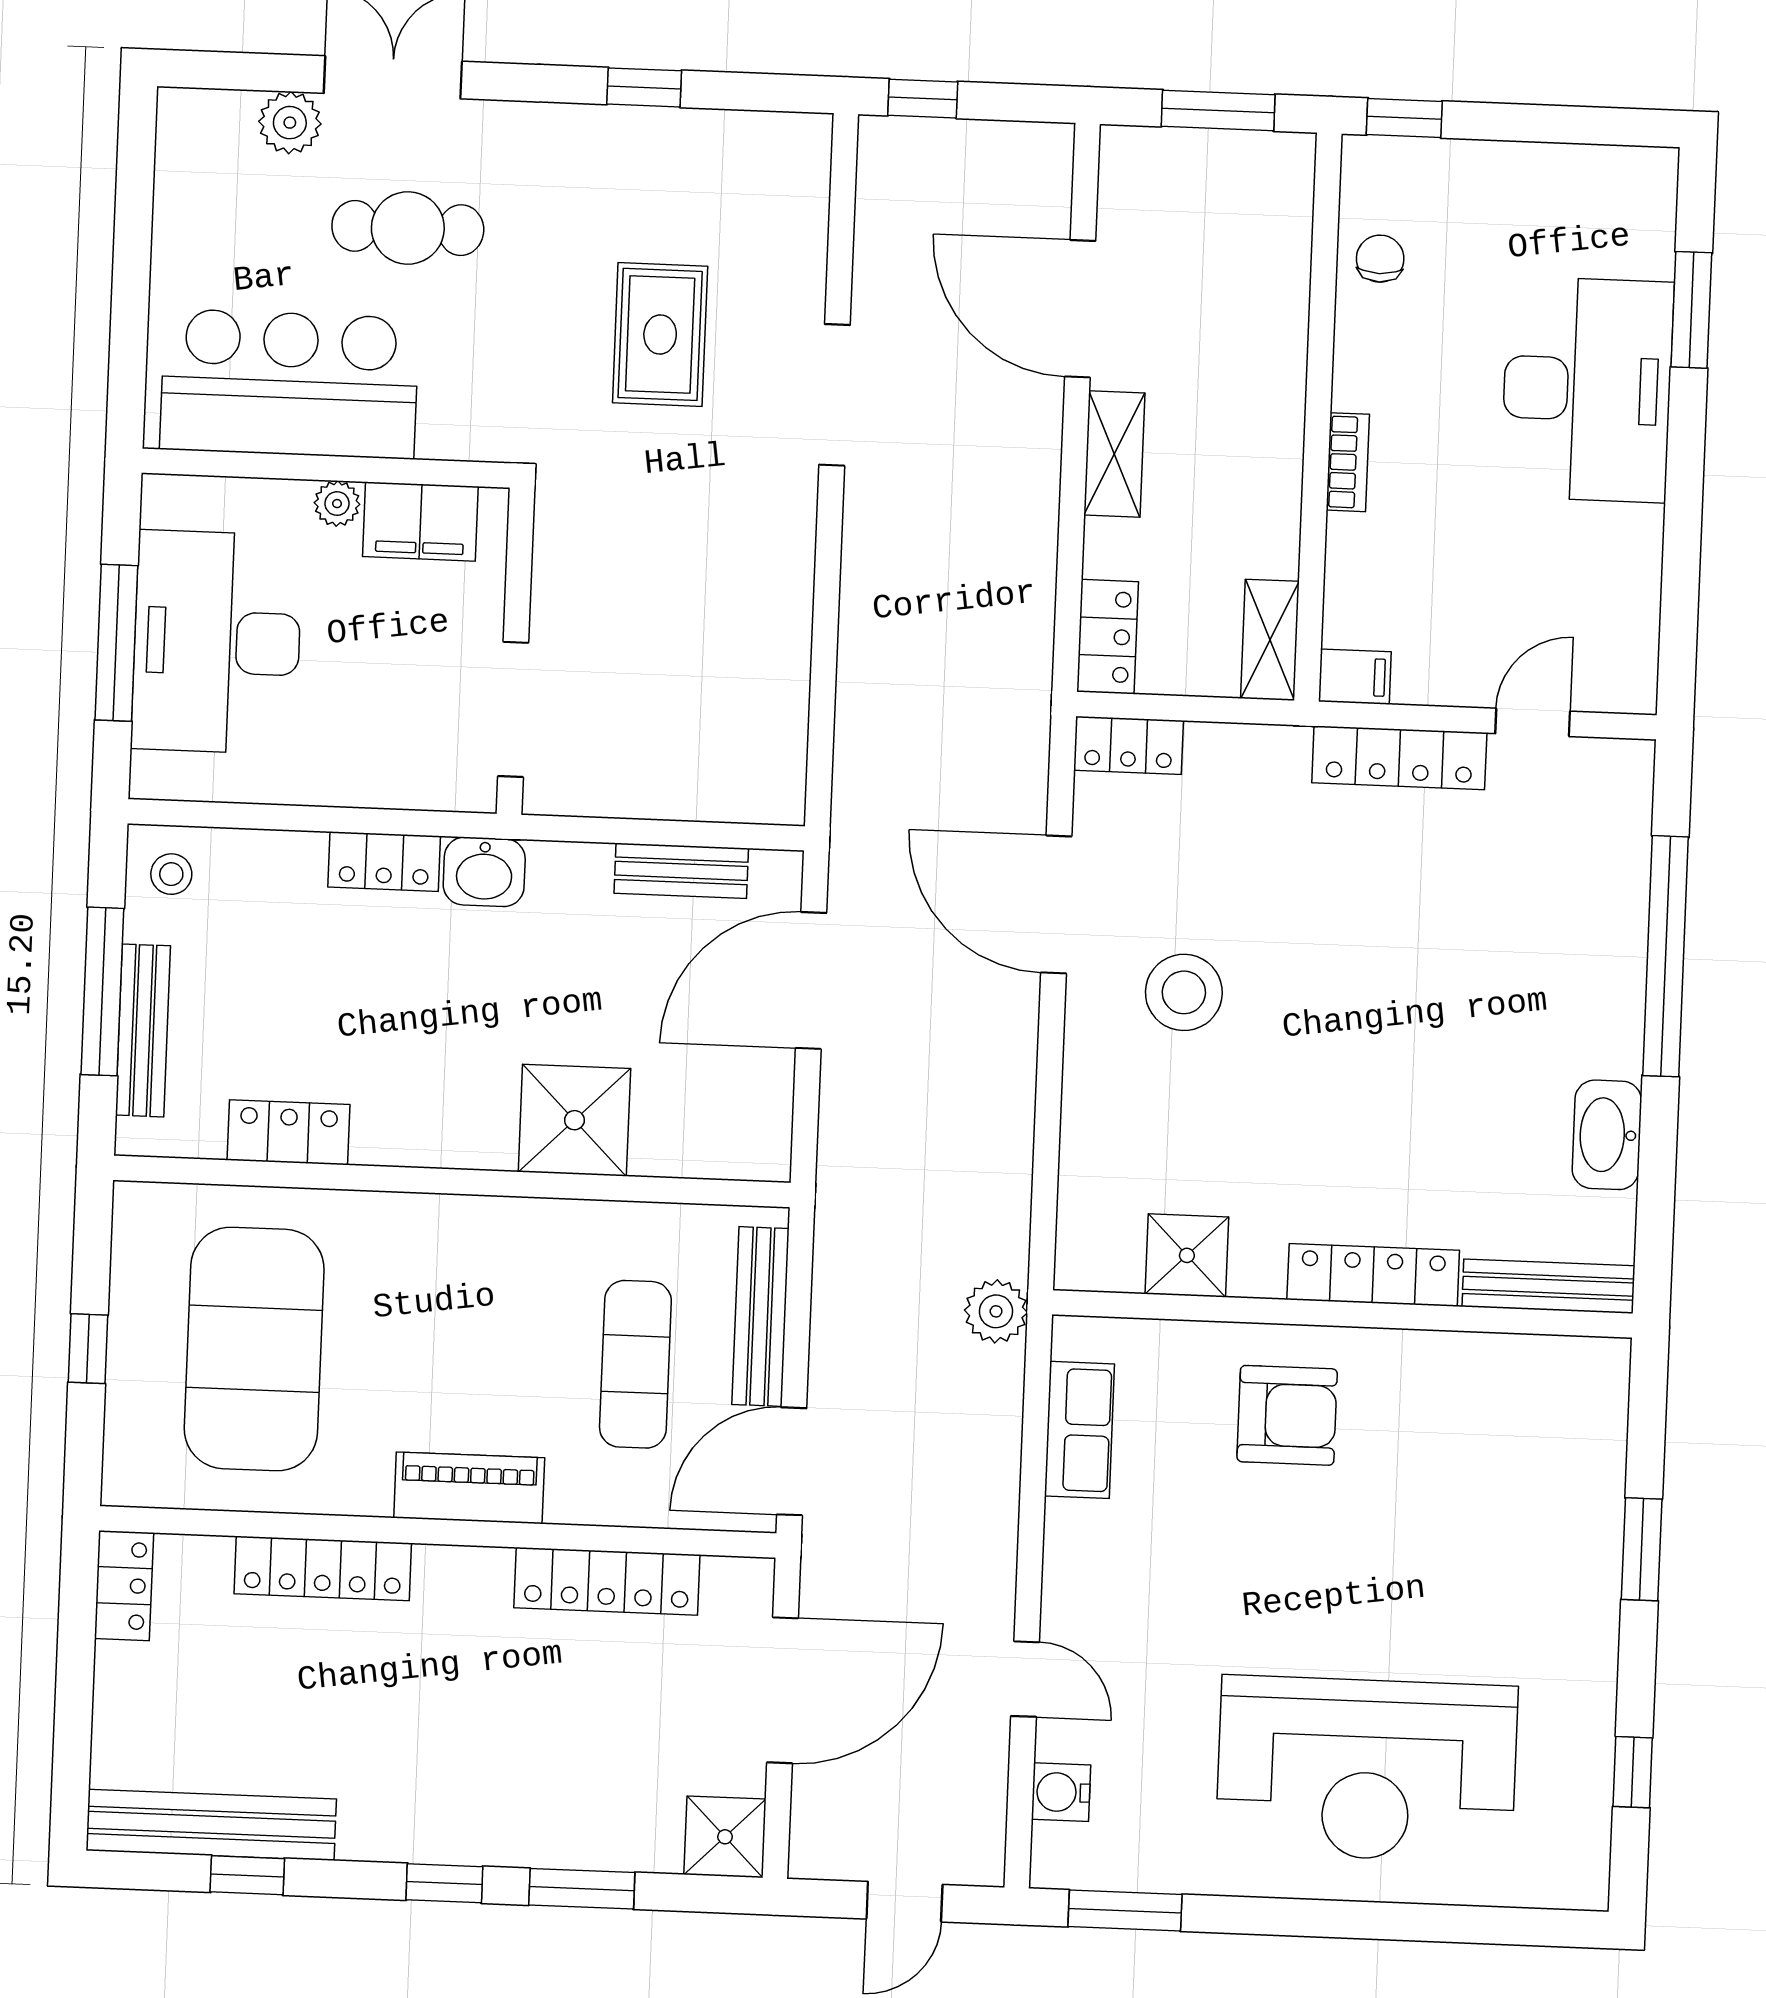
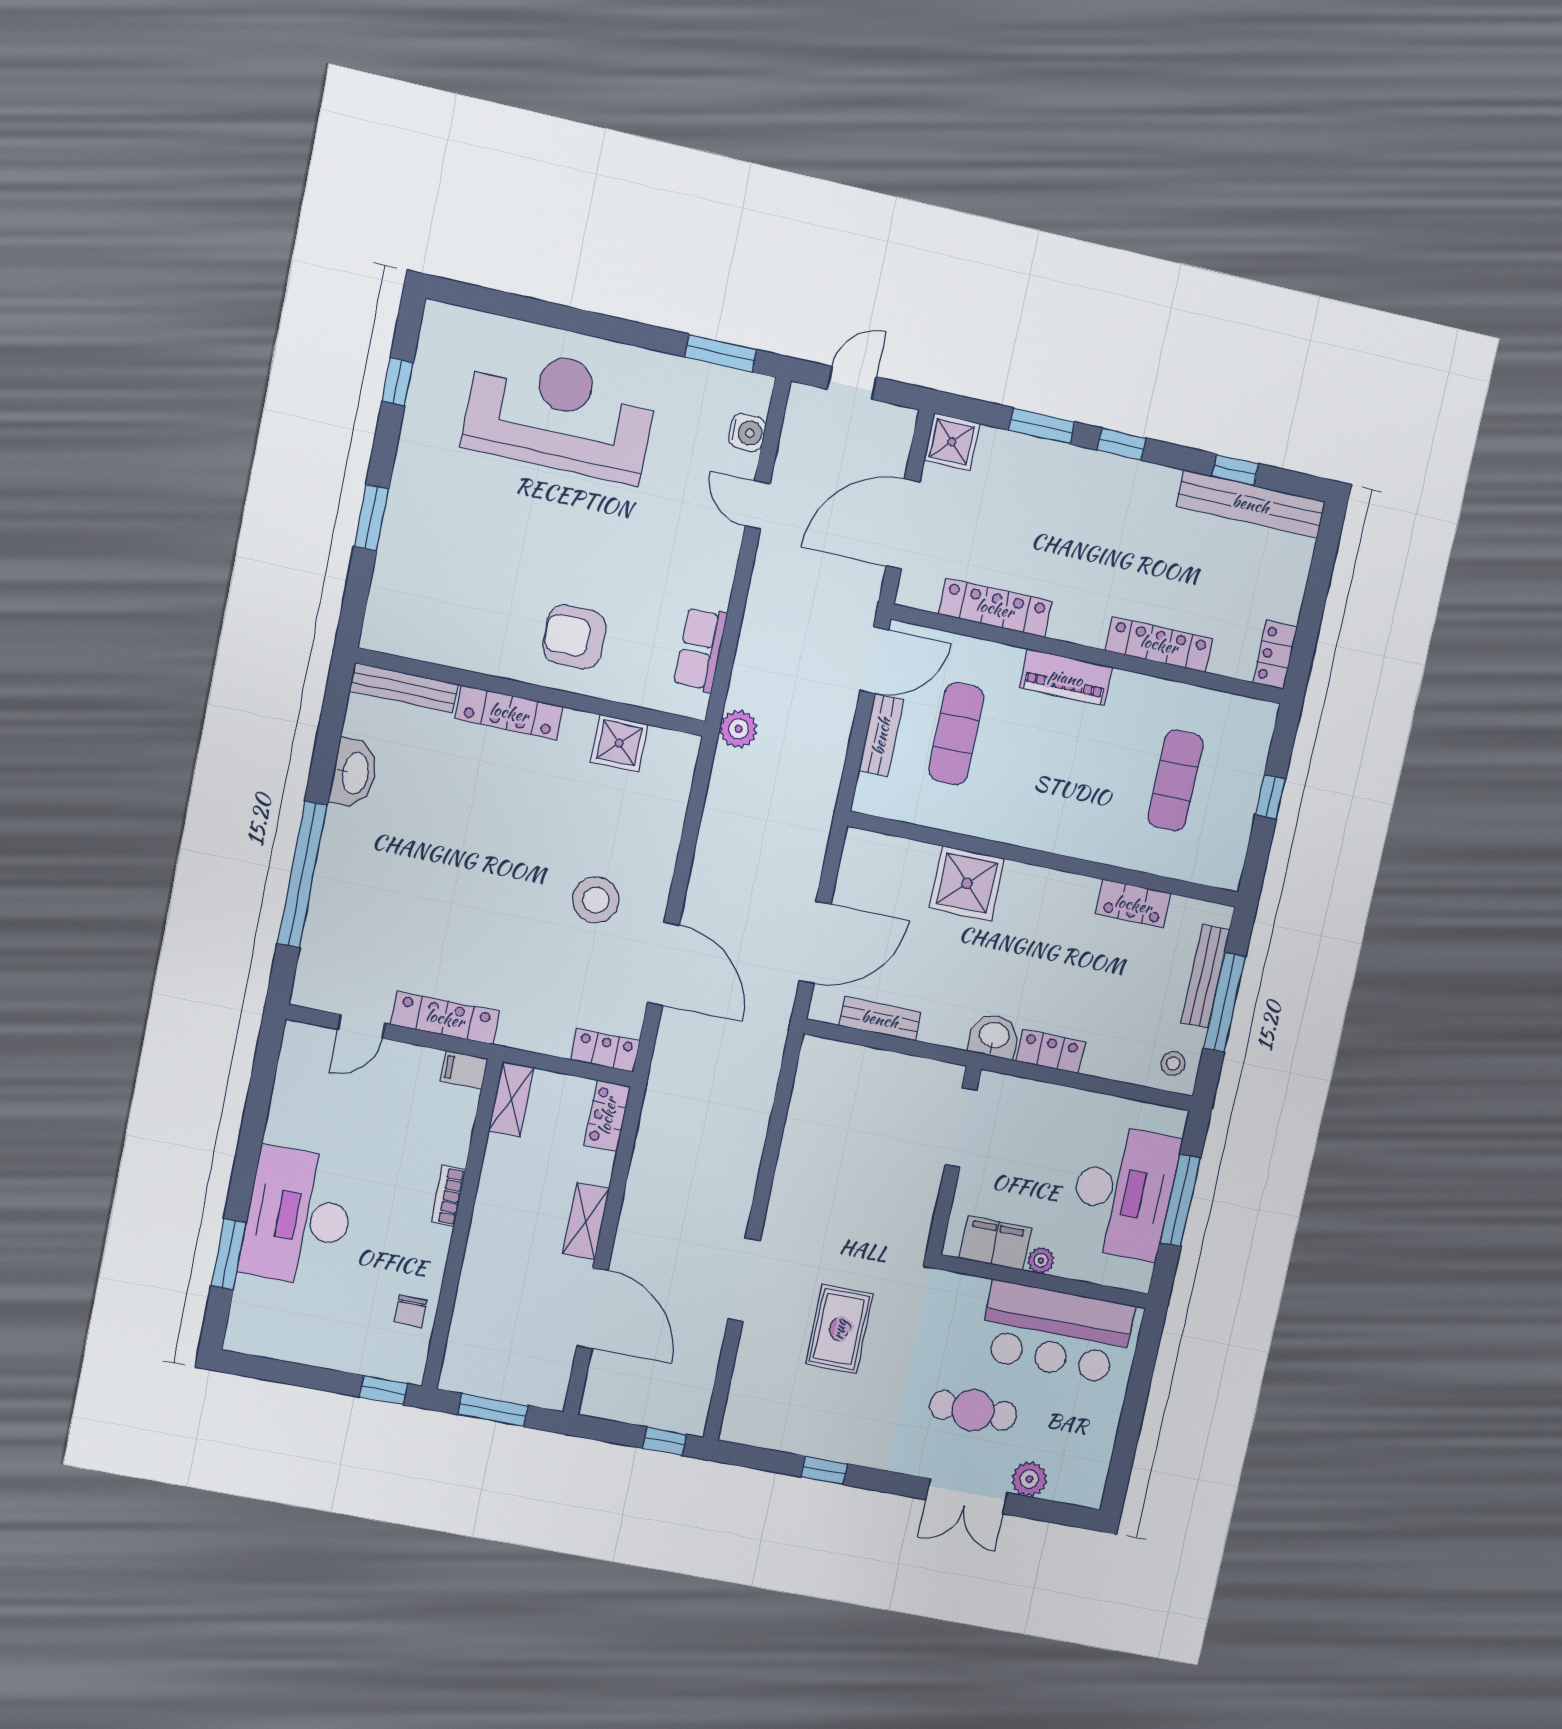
bench: (760, 1317) -> (881, 736), width x0.73
exercise mat: (254, 1349) -> (1175, 780), width x0.50, depth x0.69

